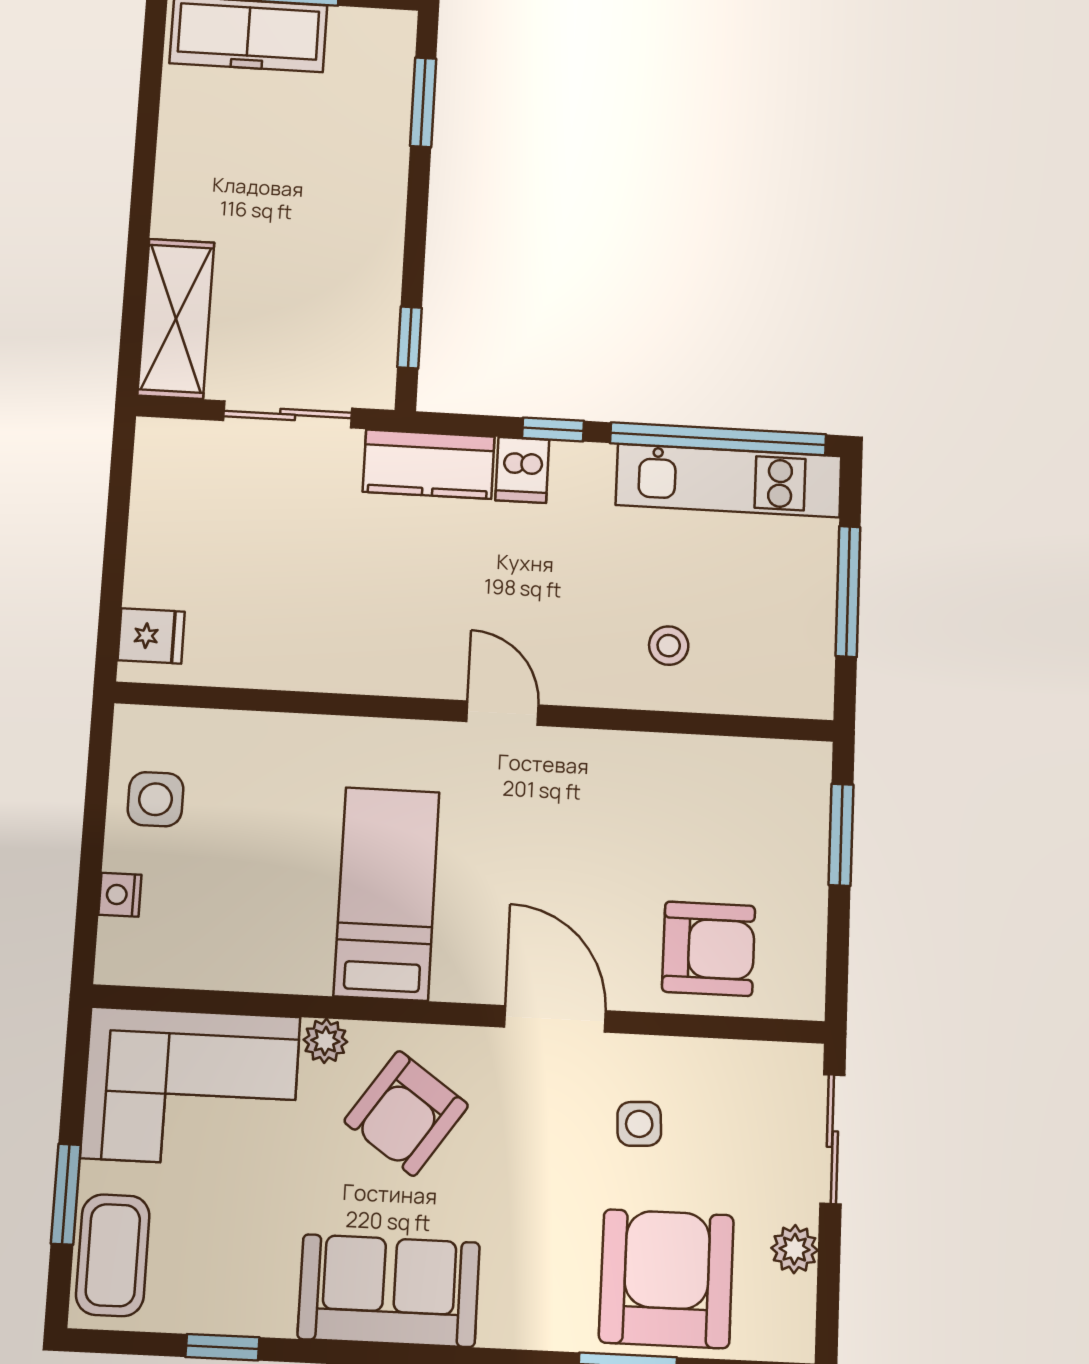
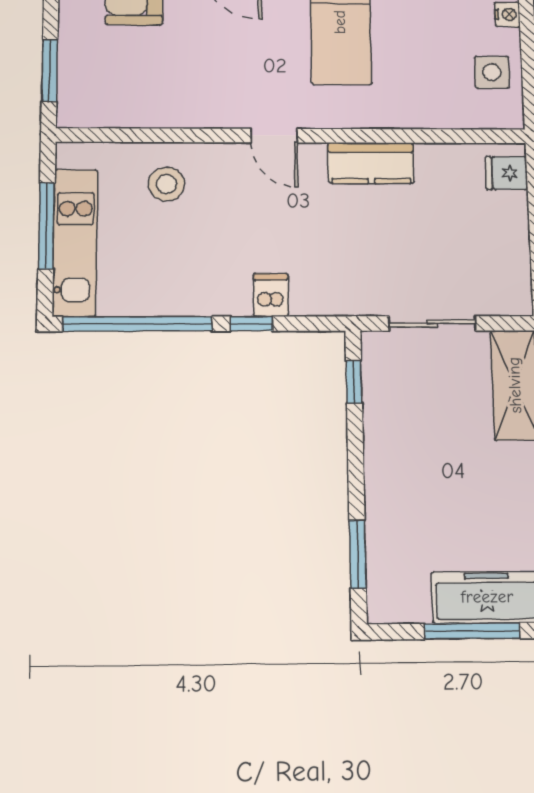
kitchen counter: (429, 464) -> (371, 163), moved, turned 180
kitchen unit: (729, 481) -> (75, 242), moved, turned 90
stool: (669, 646) -> (167, 184), width x1.37, depth x1.37

